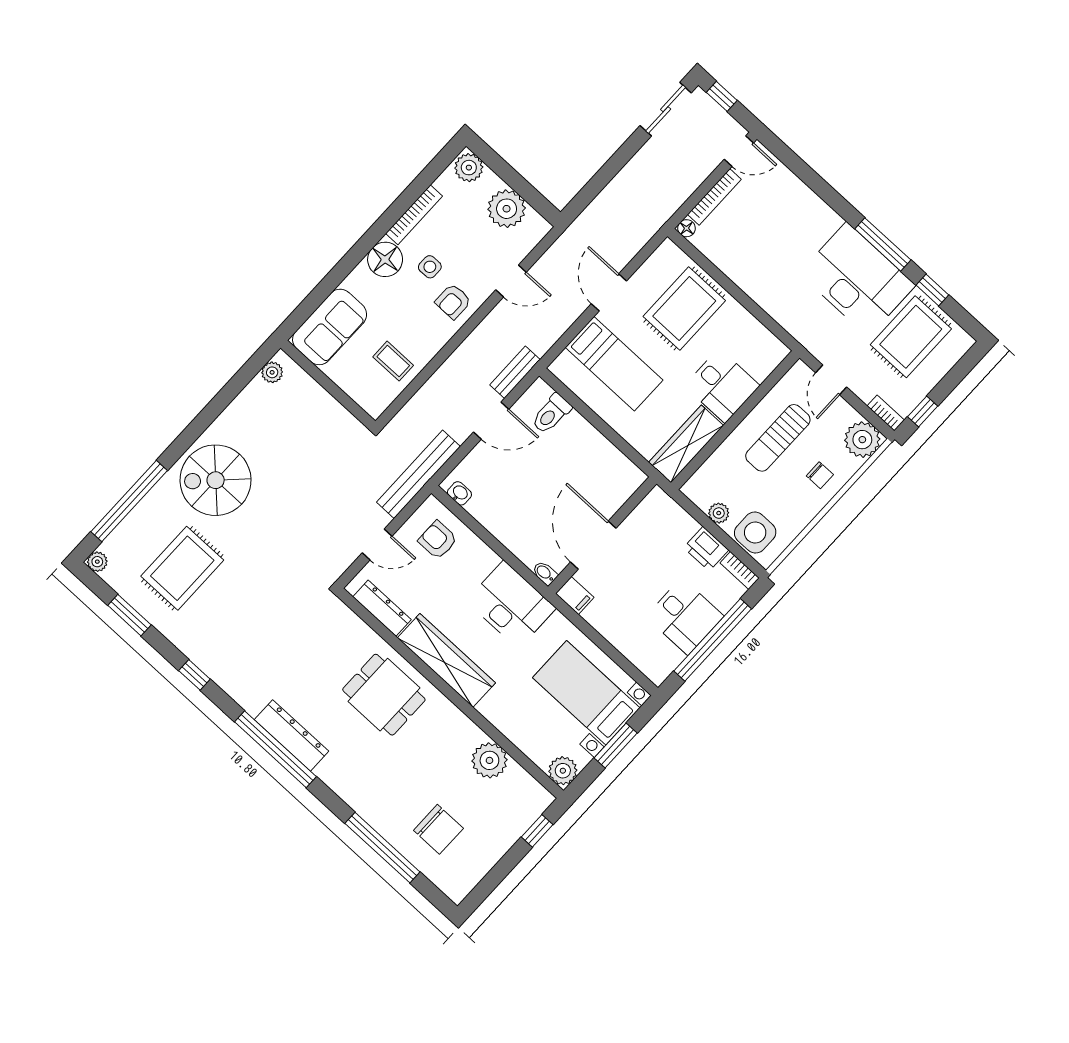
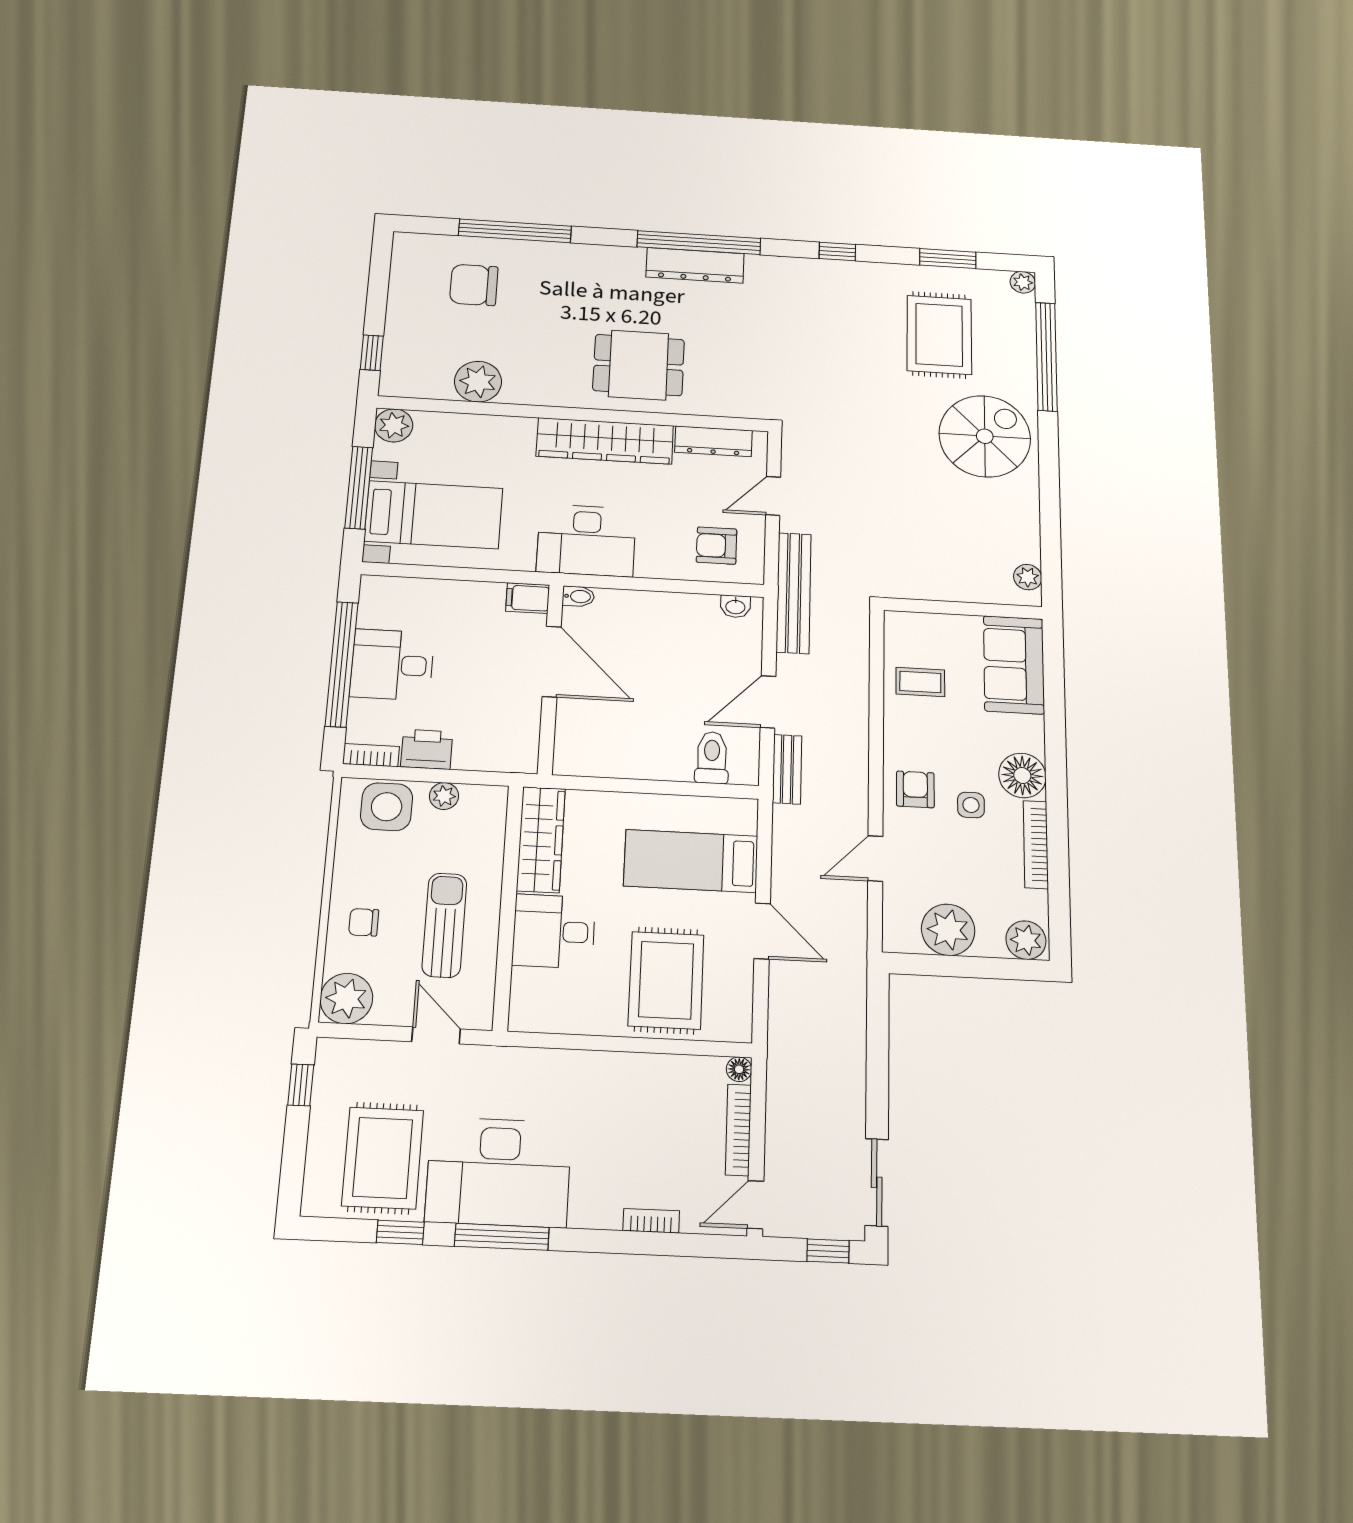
bookcase: (886, 413) -> (651, 1221), moved, turned 180
armchair: (438, 540) -> (717, 546), turned 180
window: (616, 745) -> (359, 488), width x1.44

